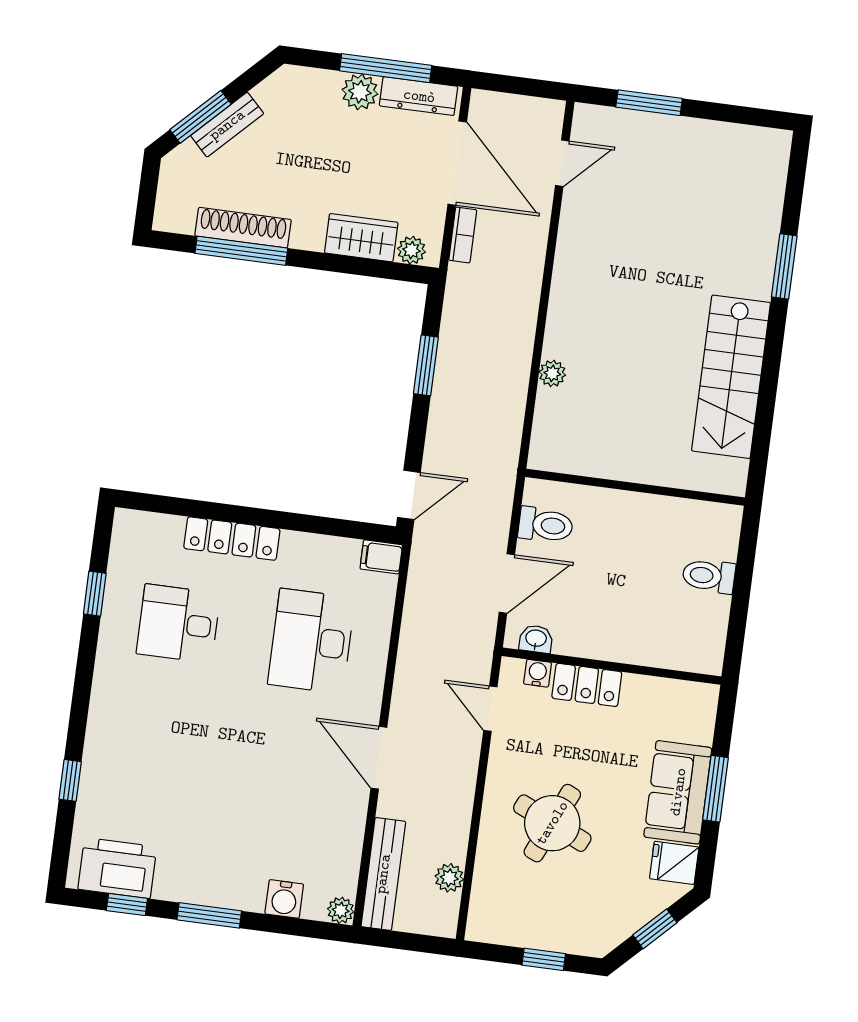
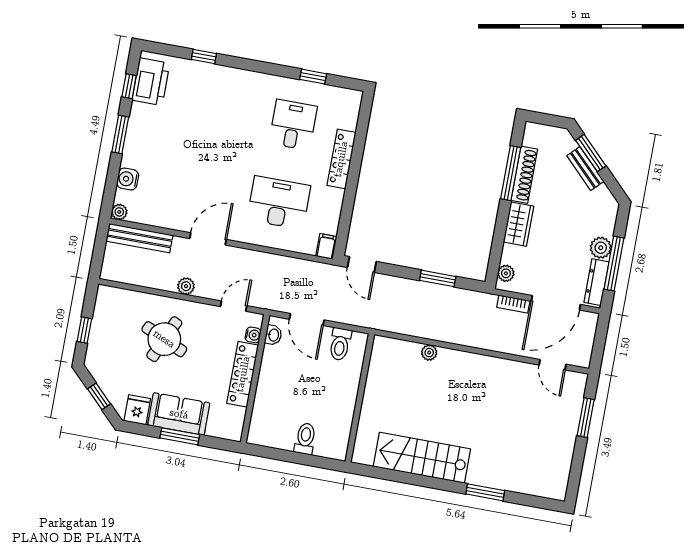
wardrobe: (361, 238) -> (518, 224), moved
locker: (587, 685) -> (243, 374), width x1.53
plant: (449, 878) -> (186, 286), moved

